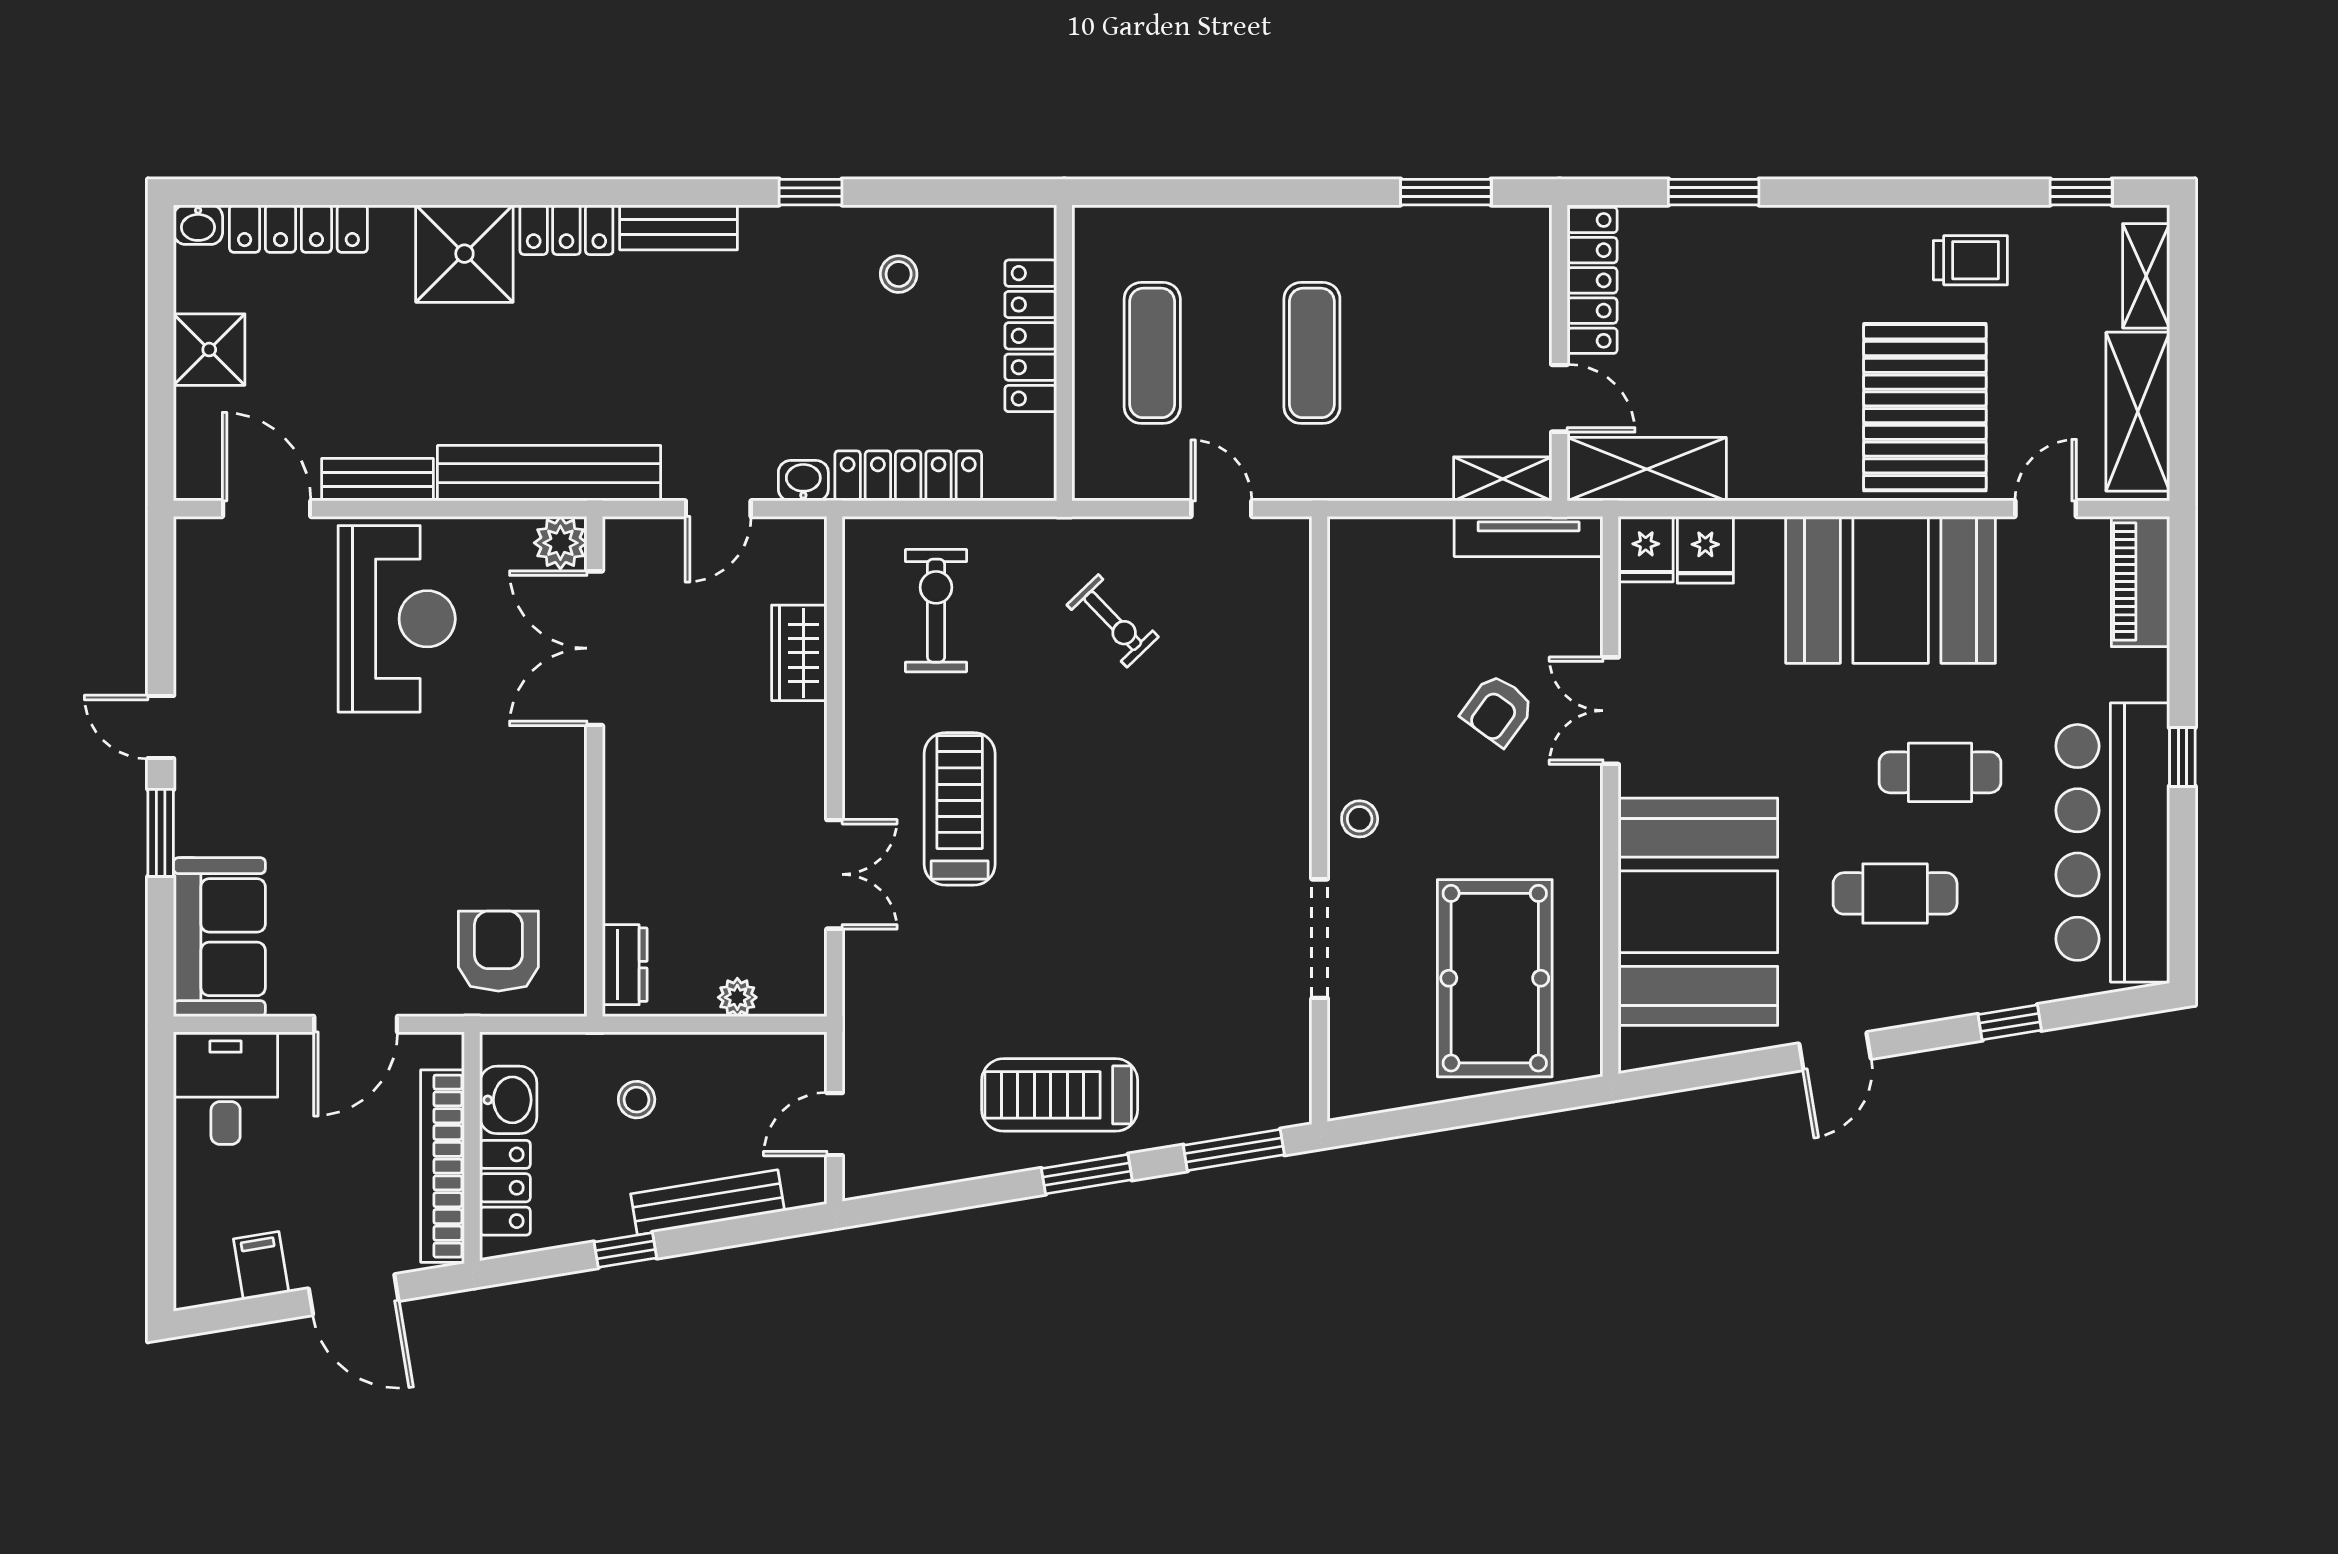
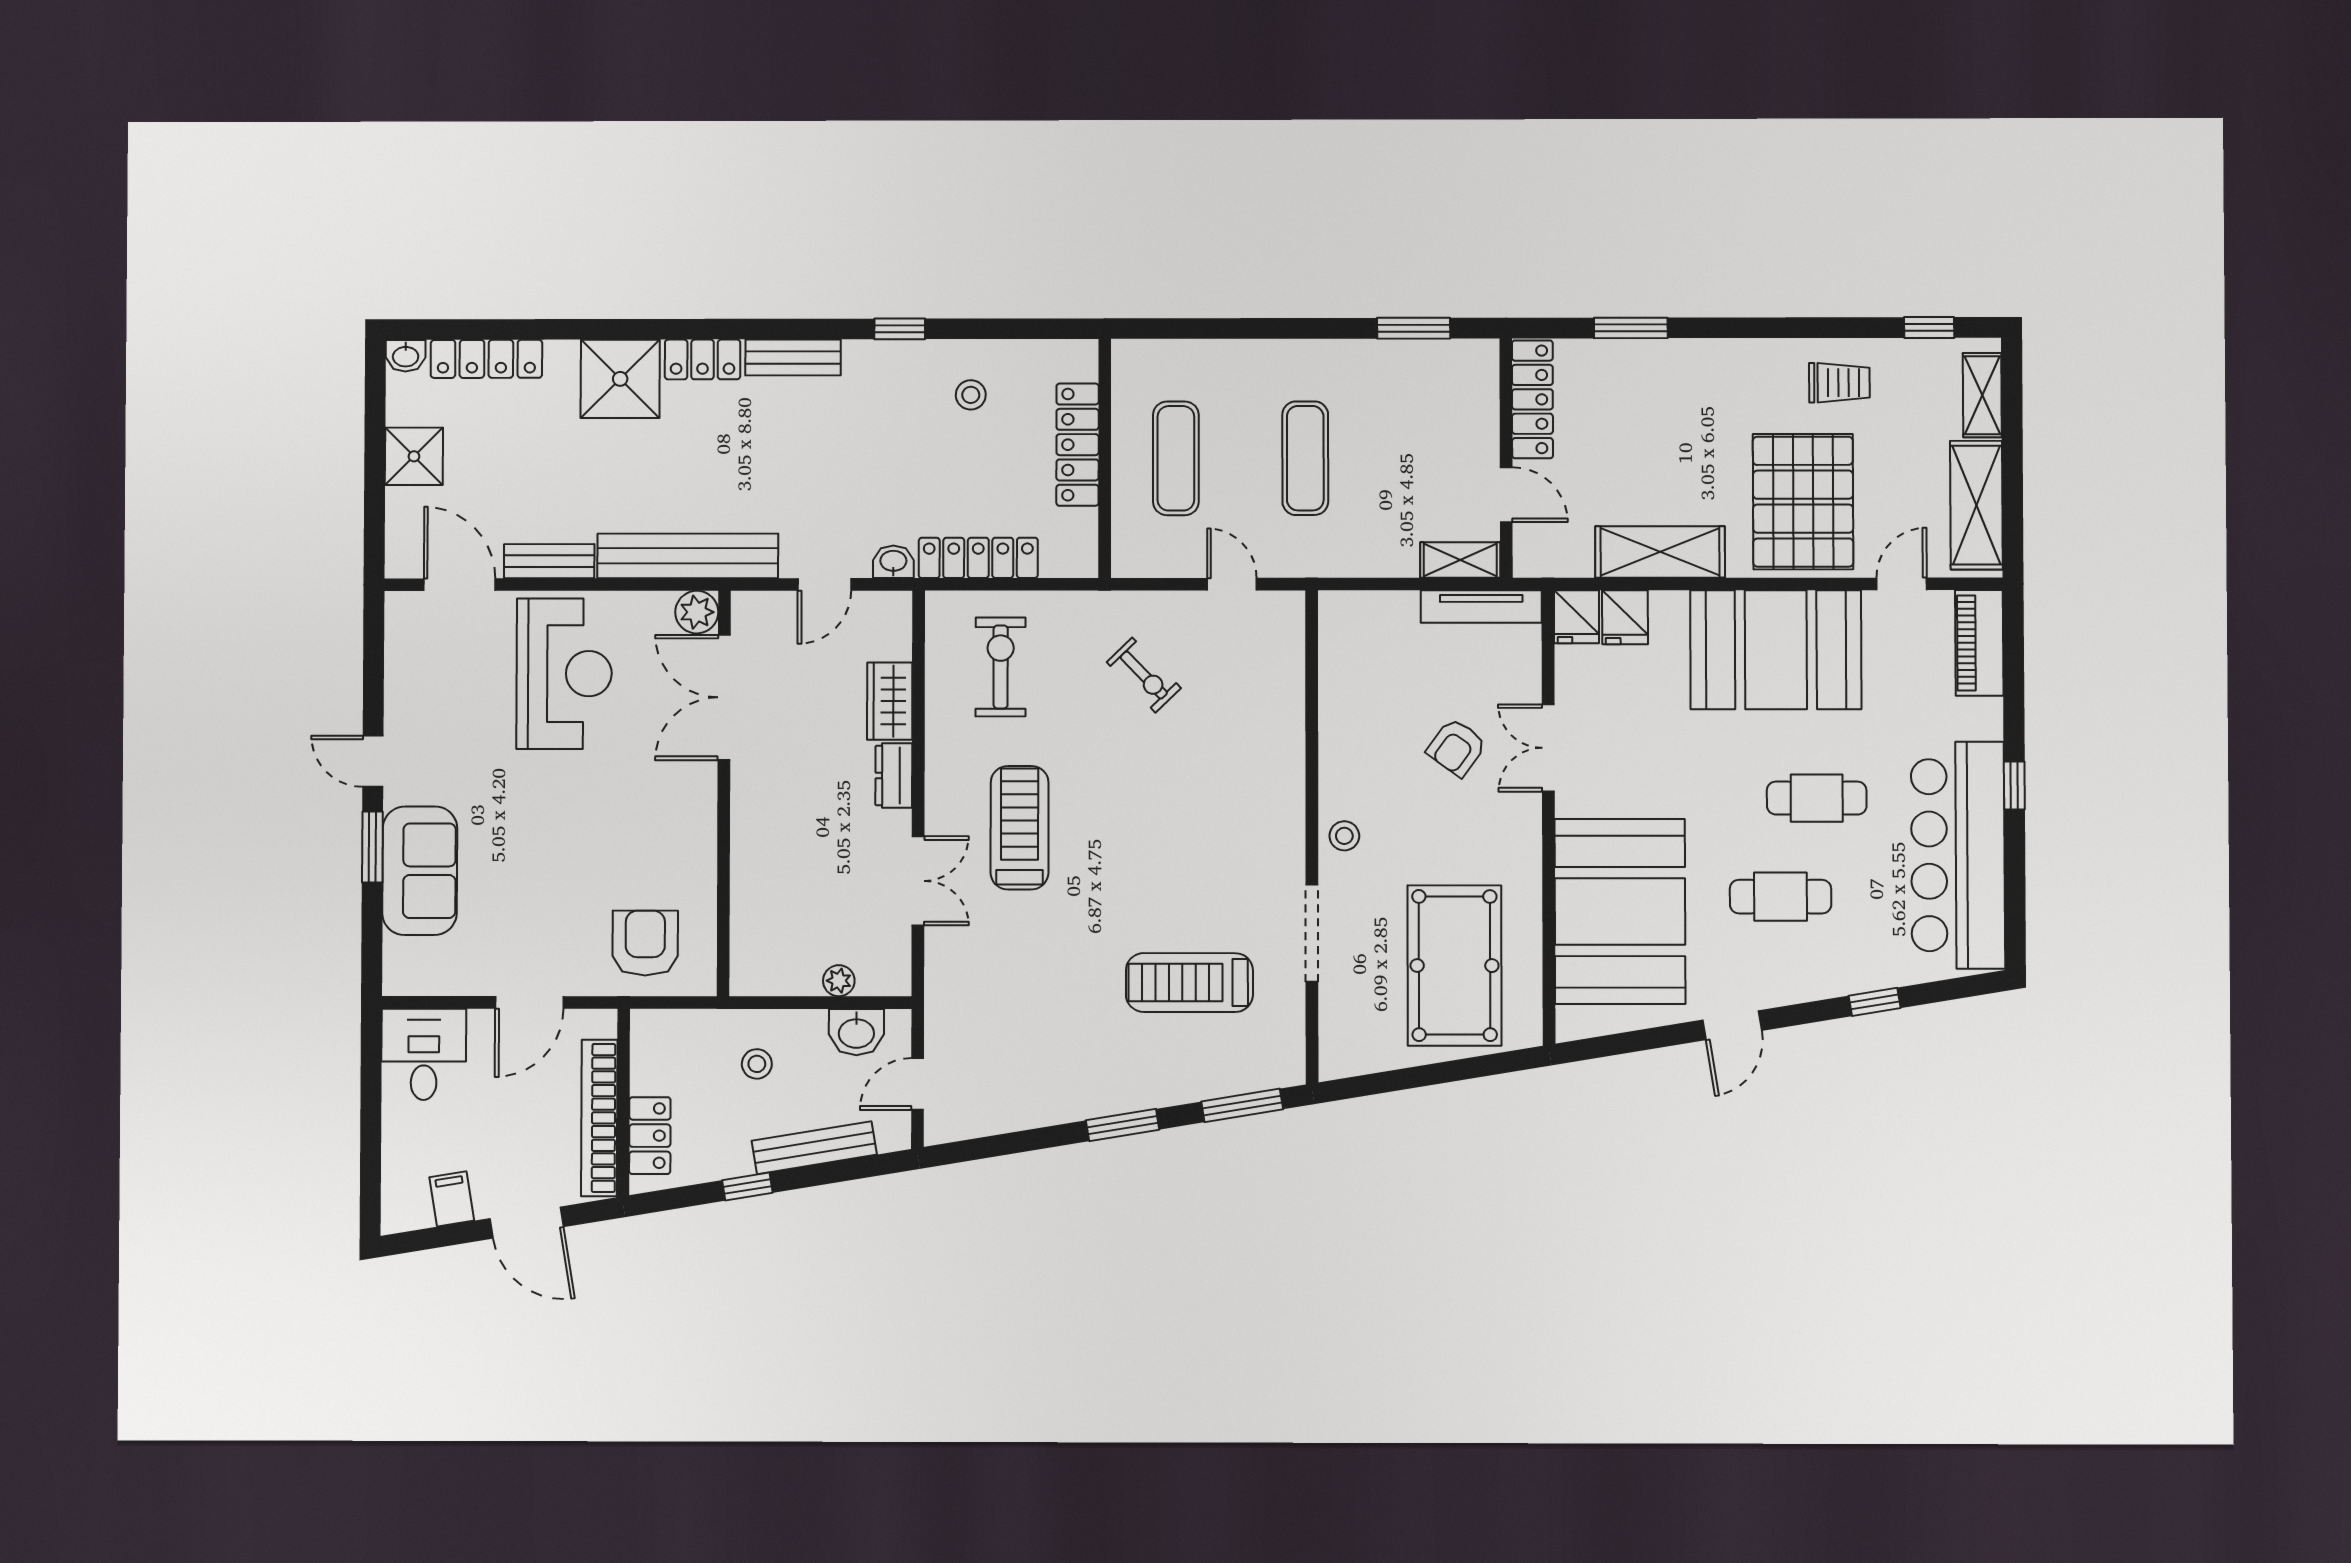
shelving: (1647, 469) -> (1660, 552), moved
sofa: (219, 937) -> (420, 871), moved
dresser: (625, 965) -> (894, 776), moved, turned 180
treadmill: (1060, 1095) -> (1189, 983), moved
washbasin: (508, 1100) -> (856, 1032), moved, turned 90

